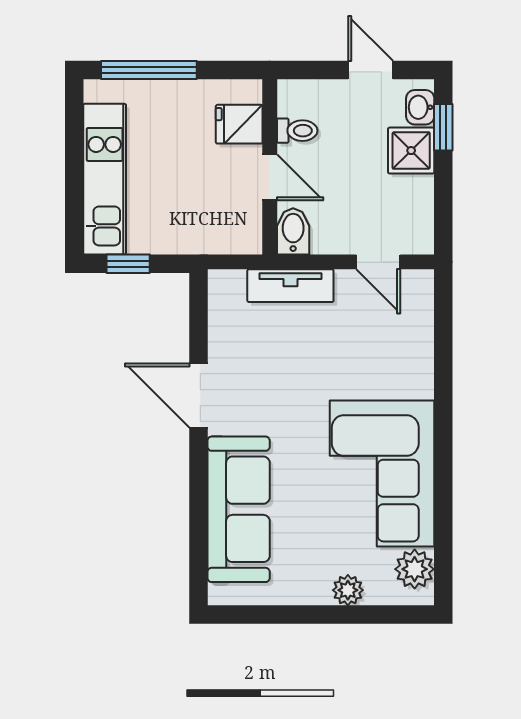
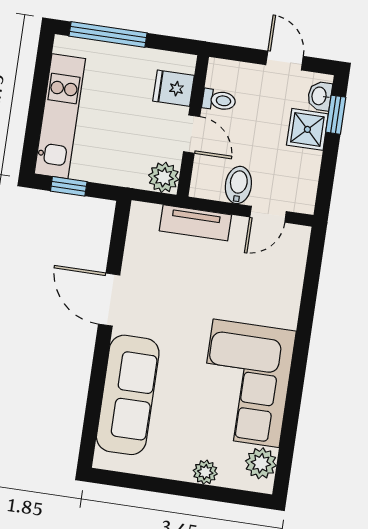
bidet: (293, 231) -> (238, 185), moved
plant: (243, 235) -> (164, 177), added
door: (378, 262) -> (268, 214), hinge flipped

